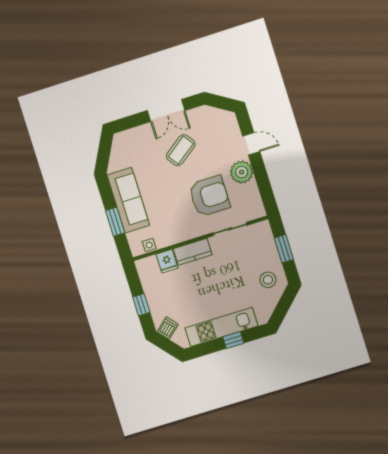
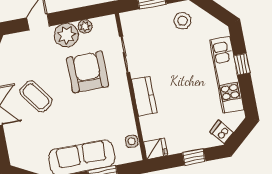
plant: (252, 189) -> (85, 26), added
fridge: (167, 261) -> (155, 149), moved

